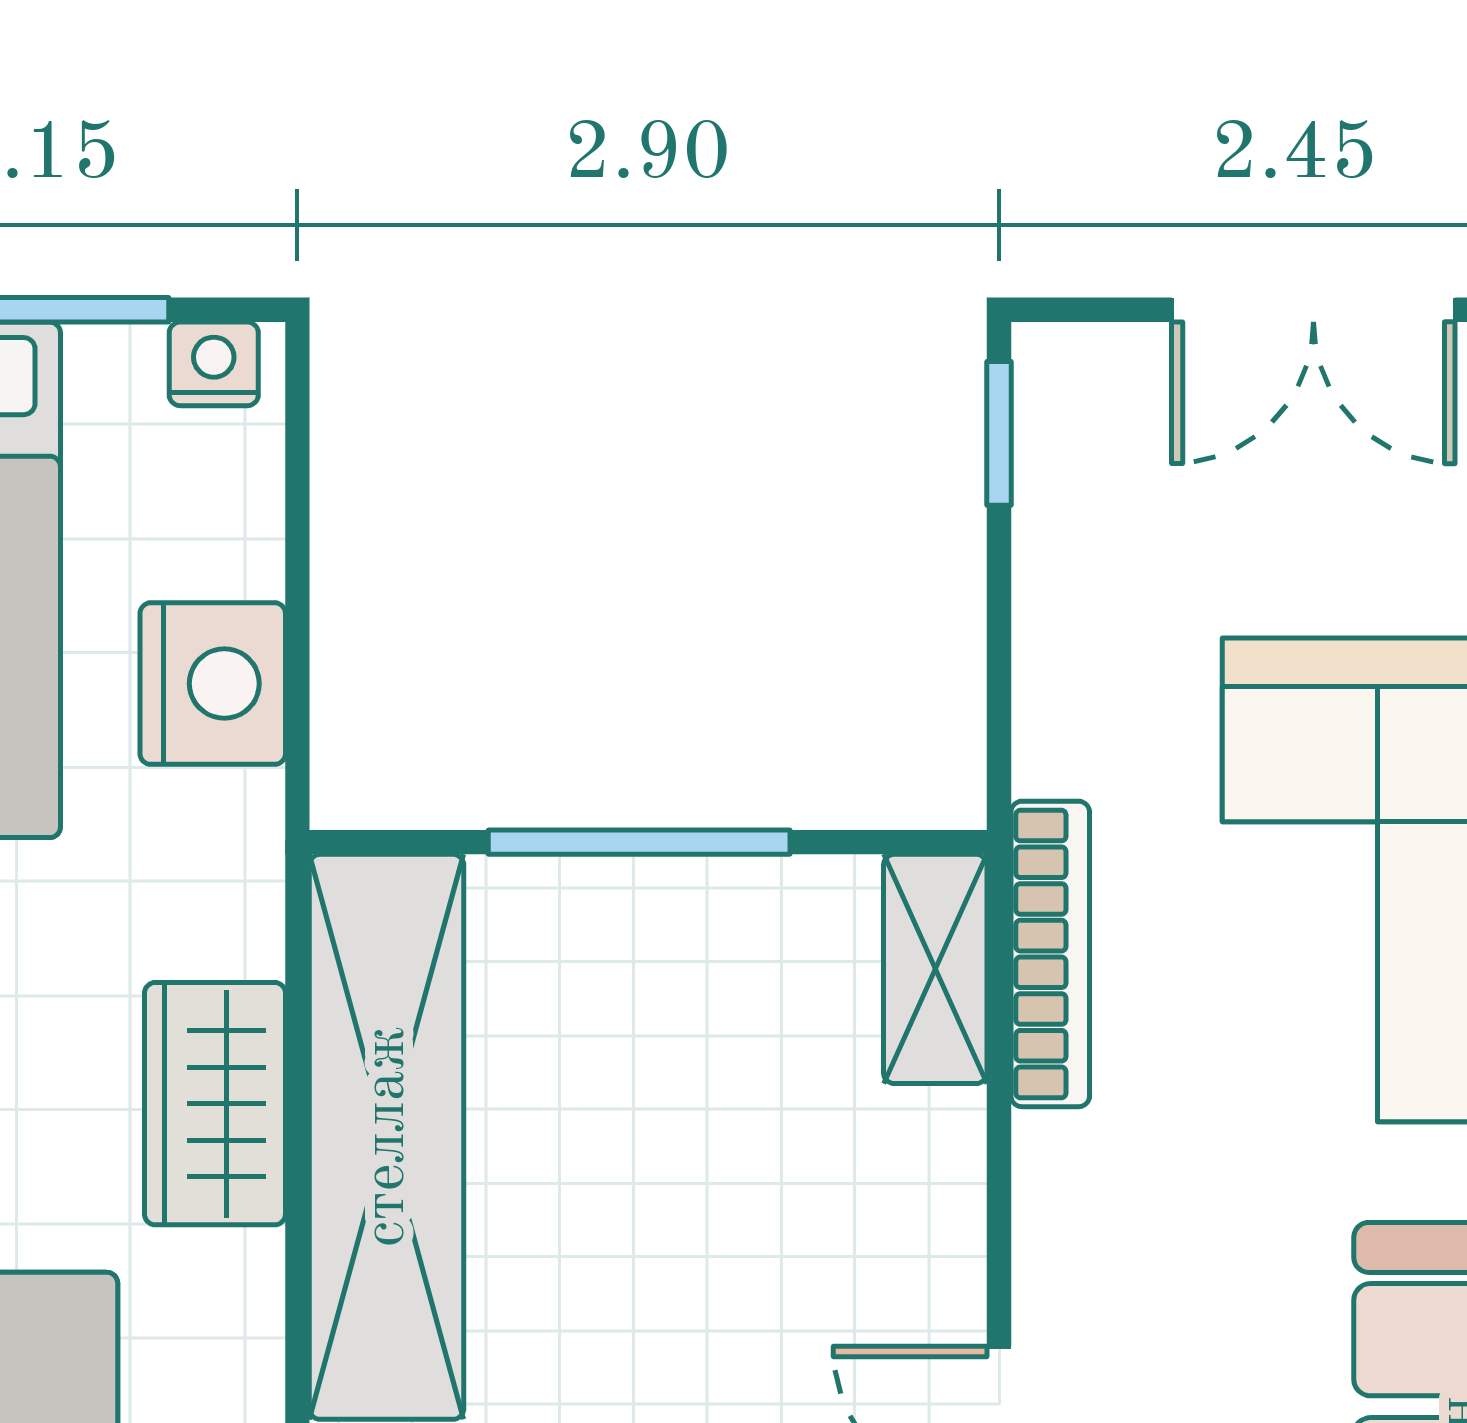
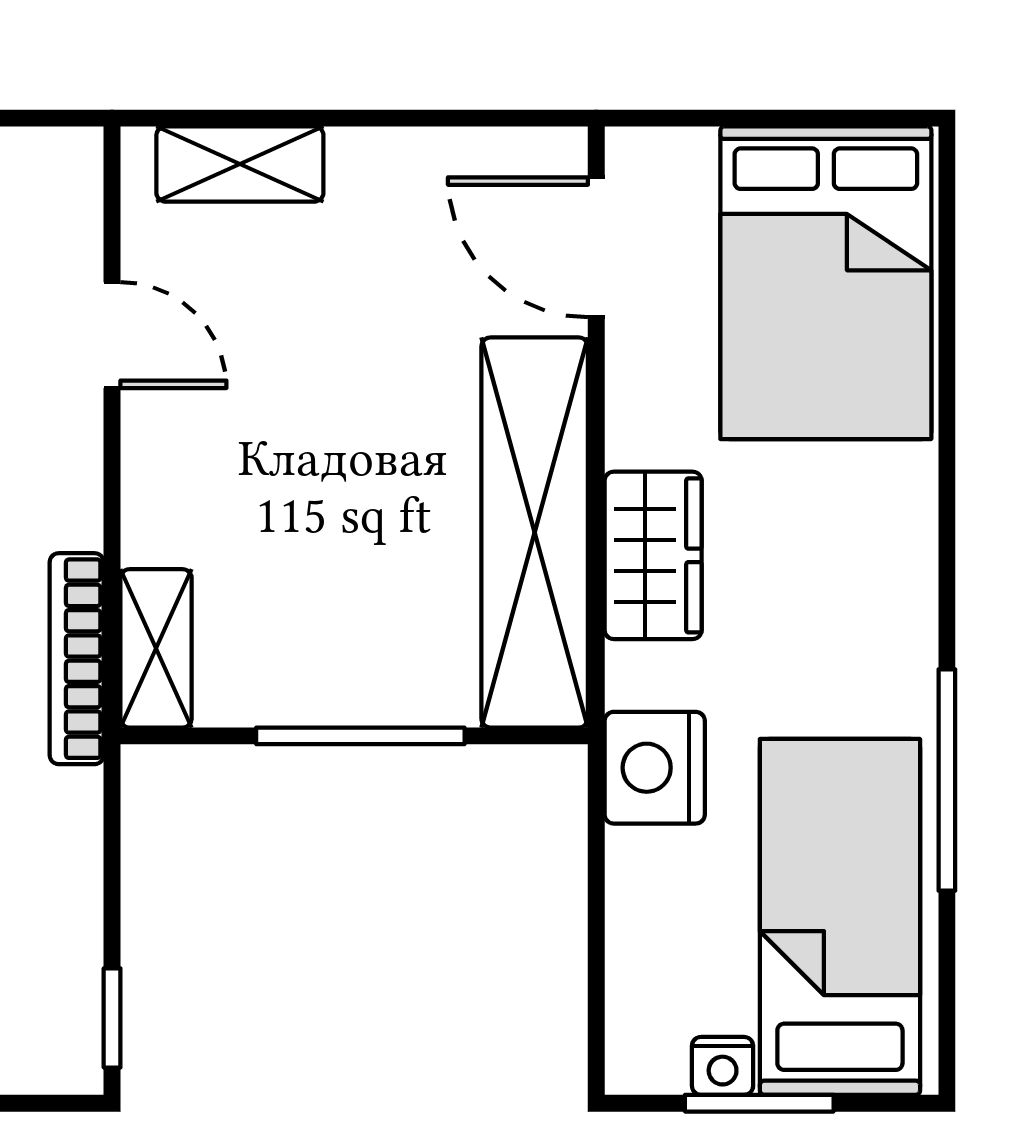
nightstand: (214, 364) -> (723, 1066), moved
nightstand: (213, 684) -> (655, 768), moved

